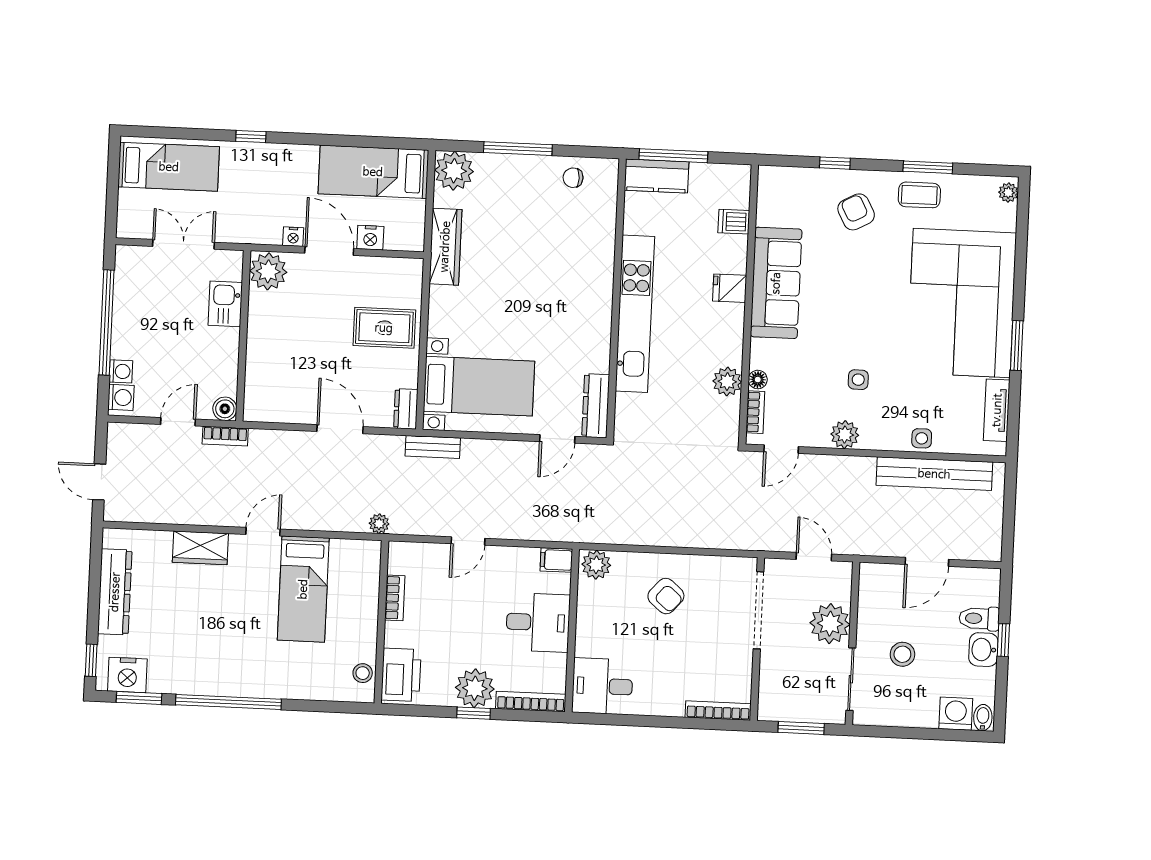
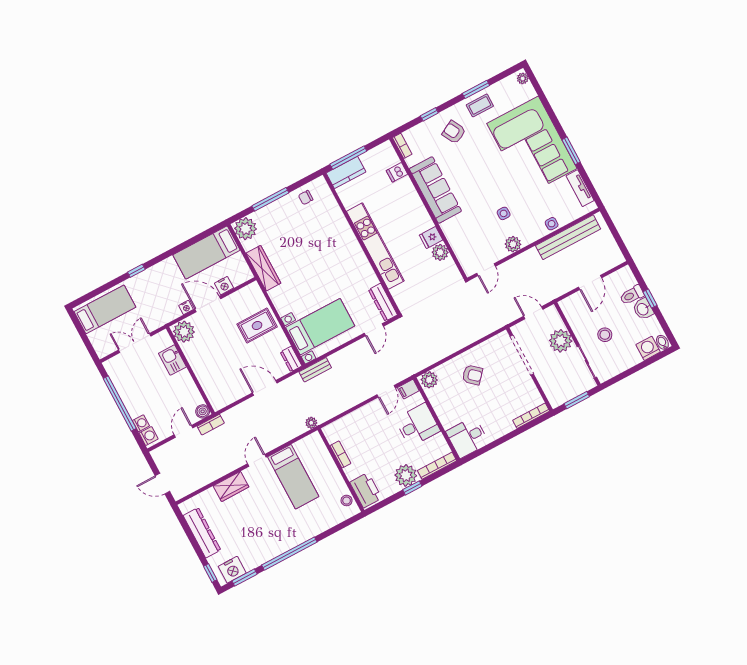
fridge: (730, 288) -> (431, 238), moved
floor lamp: (758, 380) -> (454, 243), removed
bookcase: (755, 412) -> (402, 146), moved
door: (468, 541) -> (386, 391), moved

